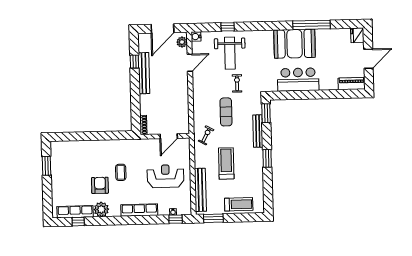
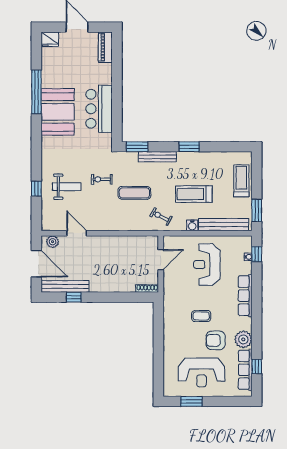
water cooler: (196, 37) -> (192, 225), moved
weight bench: (230, 53) -> (67, 187), width x0.73, depth x0.75
bench: (144, 73) -> (65, 286), moved
door: (169, 136) -> (161, 260), hinge flipped
reception desk: (72, 174) -> (202, 372), added

